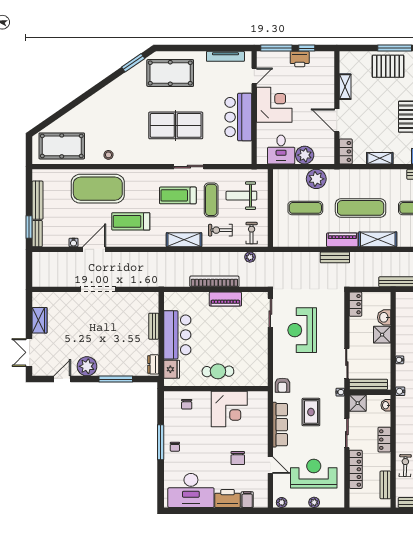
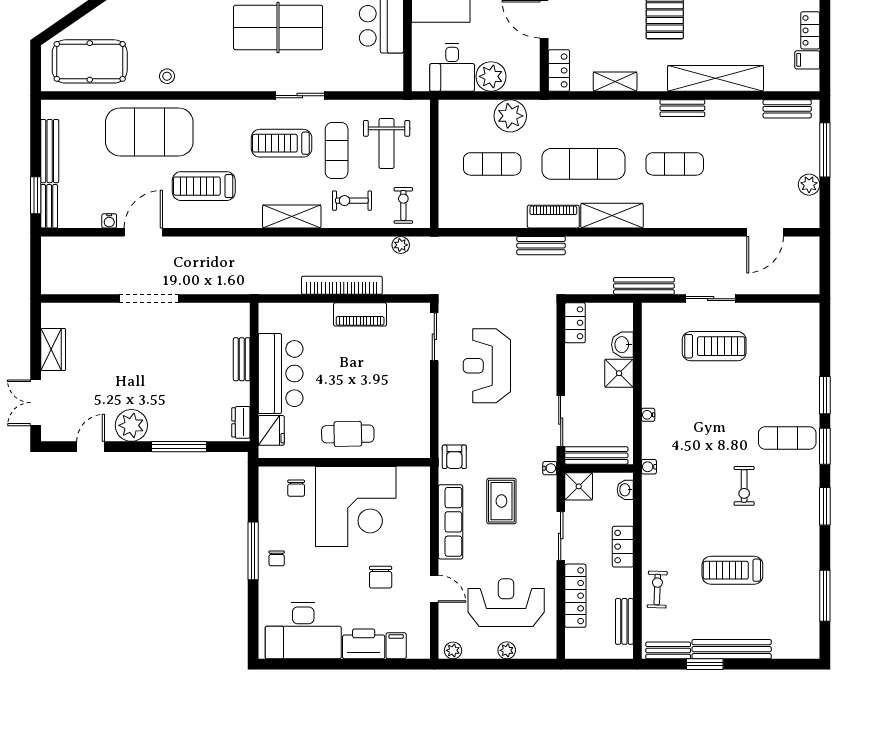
weight bench: (241, 196) -> (387, 143), turned -90
corner desk: (229, 409) -> (356, 507), width x1.36, depth x1.36

